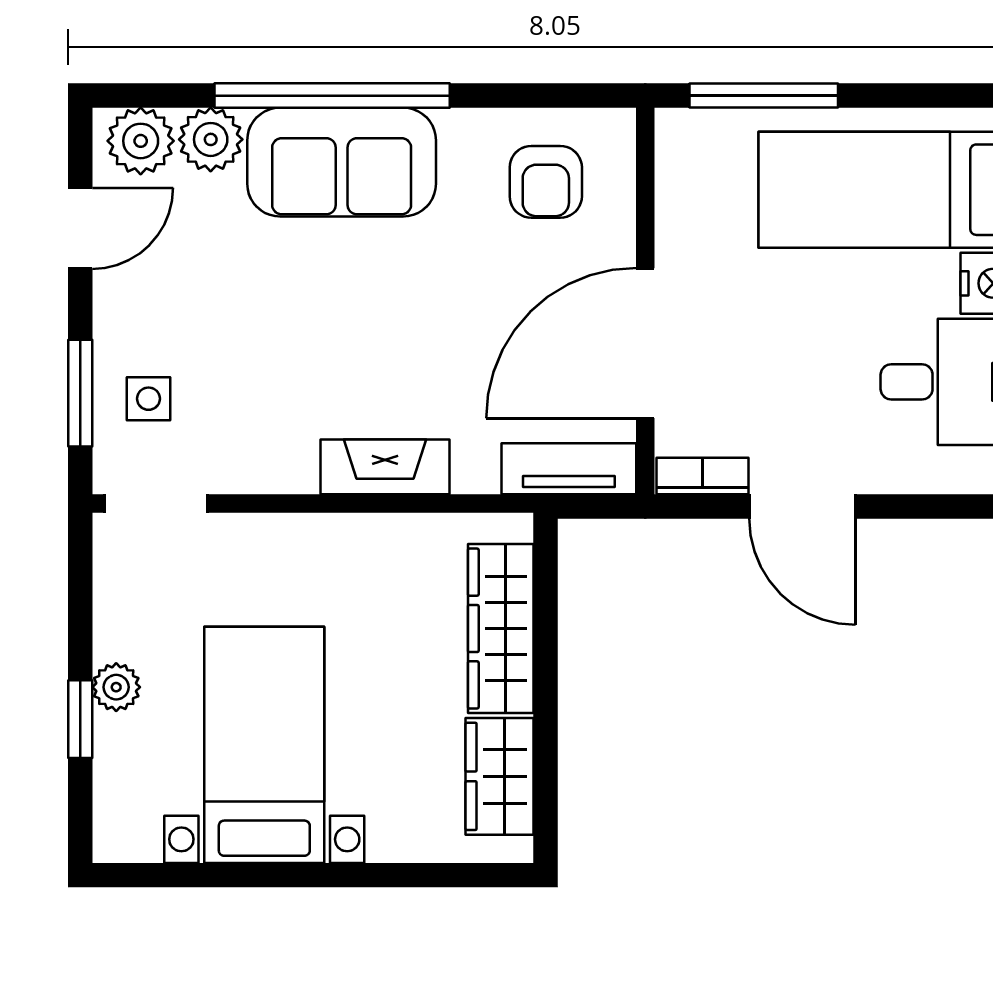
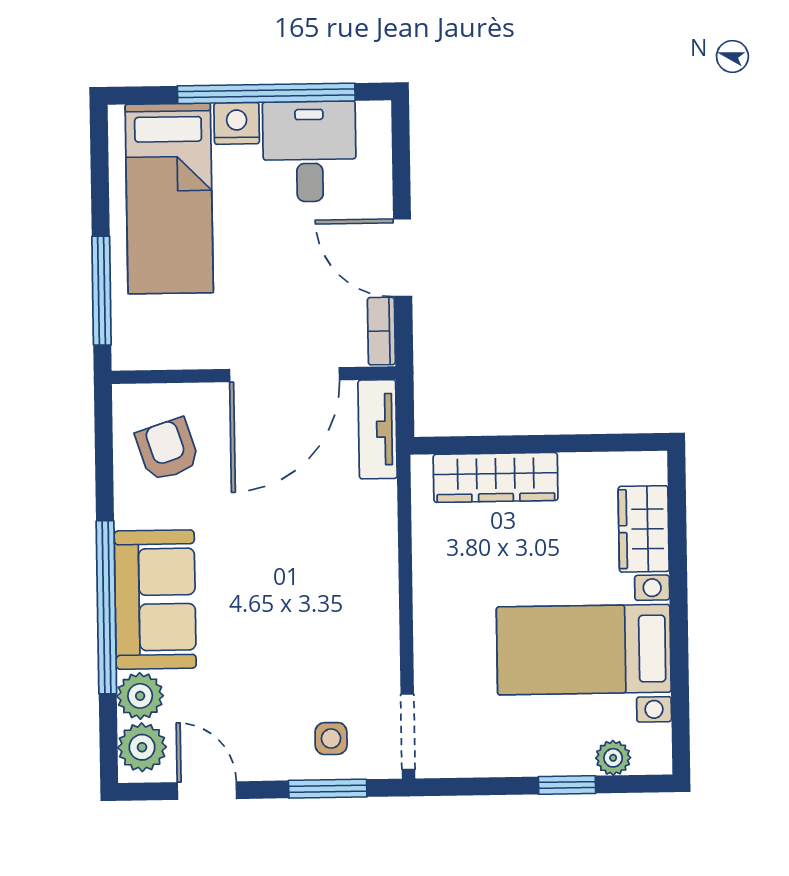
armchair: (546, 182) -> (167, 449), turned -108
door: (645, 343) -> (285, 375), hinge flipped
fireplace: (385, 467) -> (378, 564), removed
door: (802, 506) -> (403, 258), swing flipped
plant: (116, 687) -> (613, 758), moved
wardrobe: (500, 776) -> (644, 529), moved, turned 90

